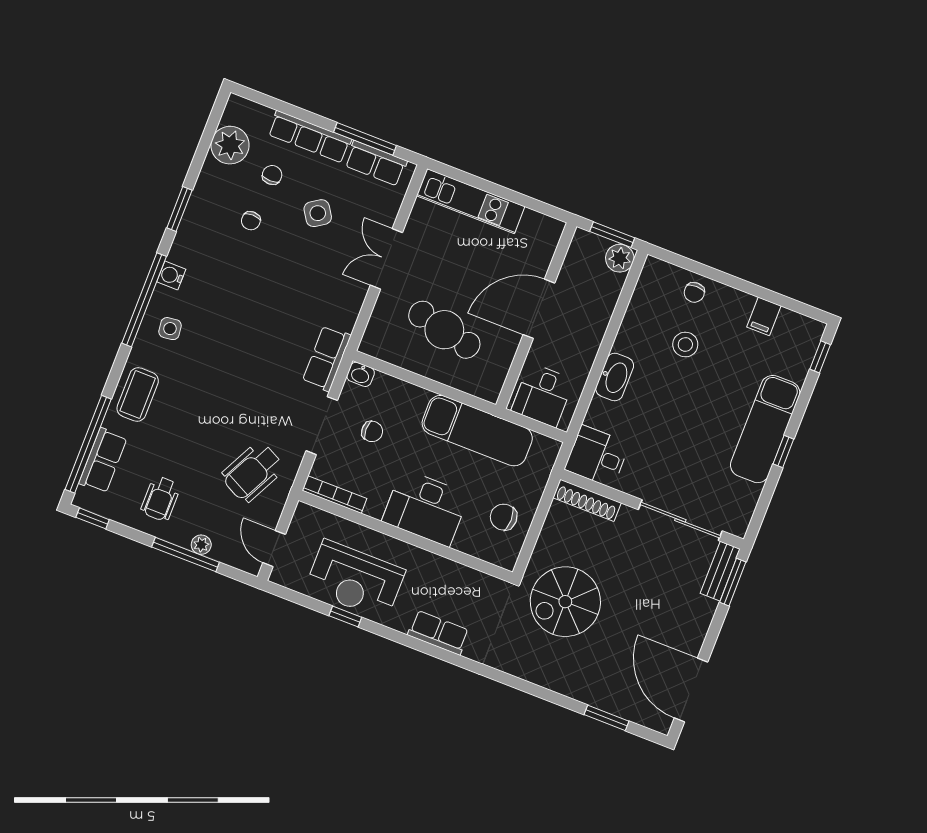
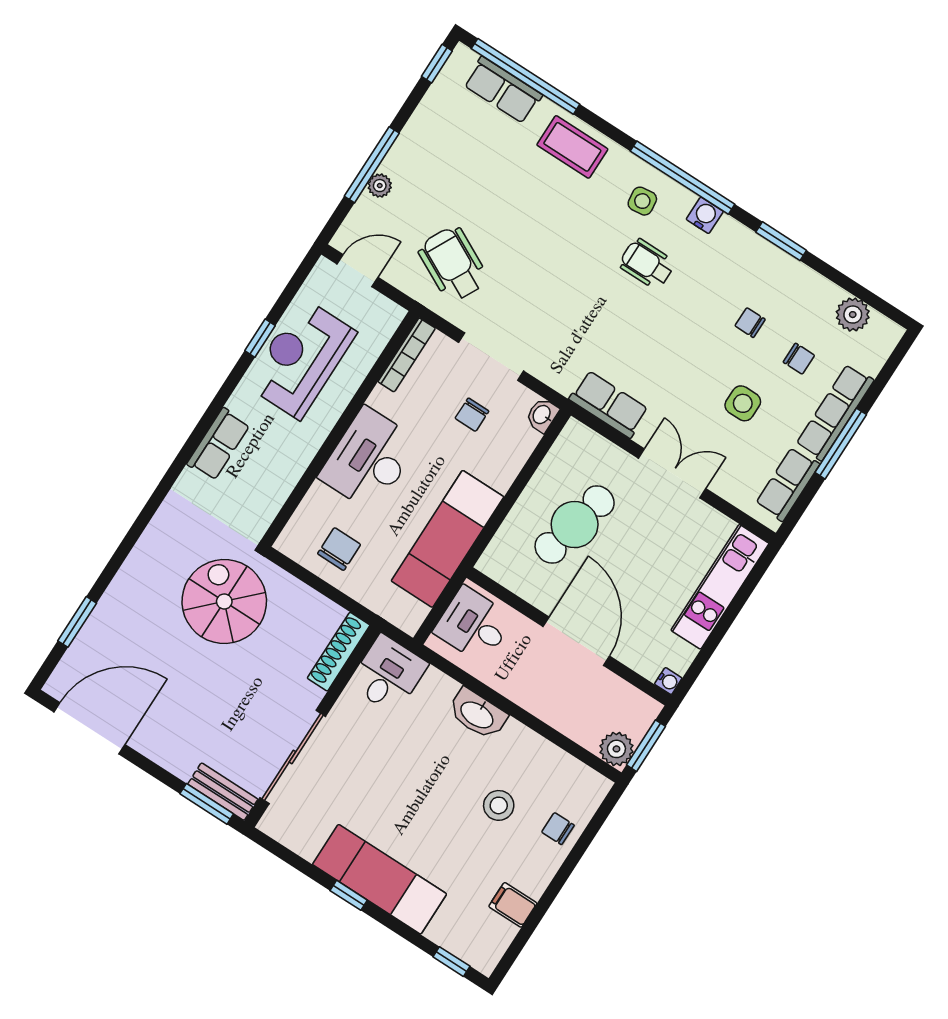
window: (365, 139) -> (841, 444), moved
plant: (230, 145) -> (853, 315), width x0.73, depth x0.73
side table: (318, 213) -> (743, 403), turned 33
water cooler: (556, 227) -> (668, 681), added
row of seats: (327, 358) -> (609, 404), moved
wheelchair: (161, 499) -> (647, 264), moved

